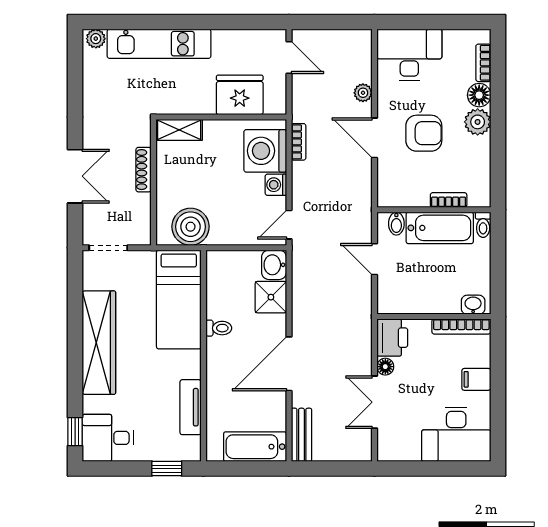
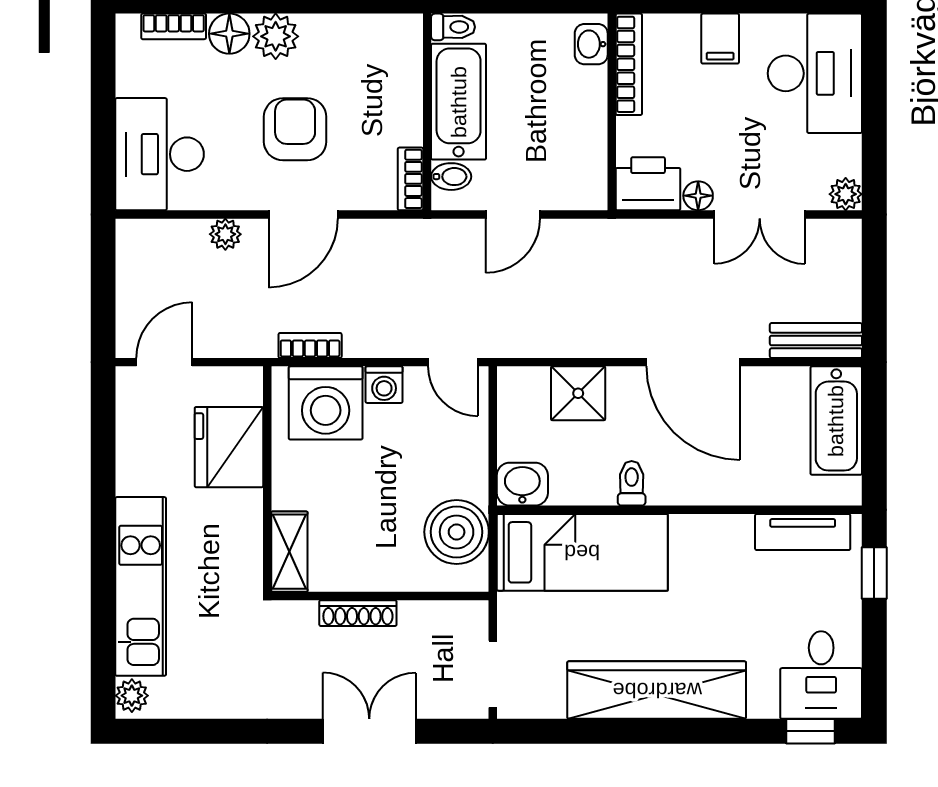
bookcase: (449, 200) -> (410, 179), moved
washbasin: (274, 265) -> (522, 484), moved, turned 180
tv unit: (190, 407) -> (803, 532), moved
plant: (386, 452) -> (846, 194), added

